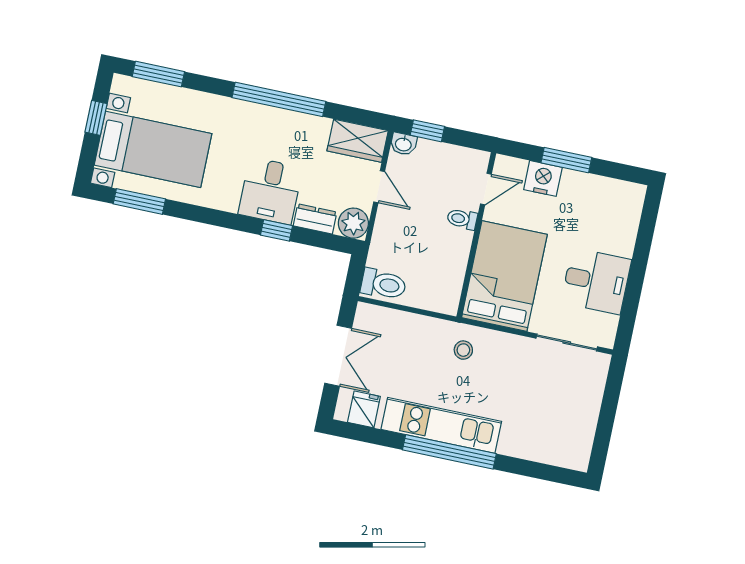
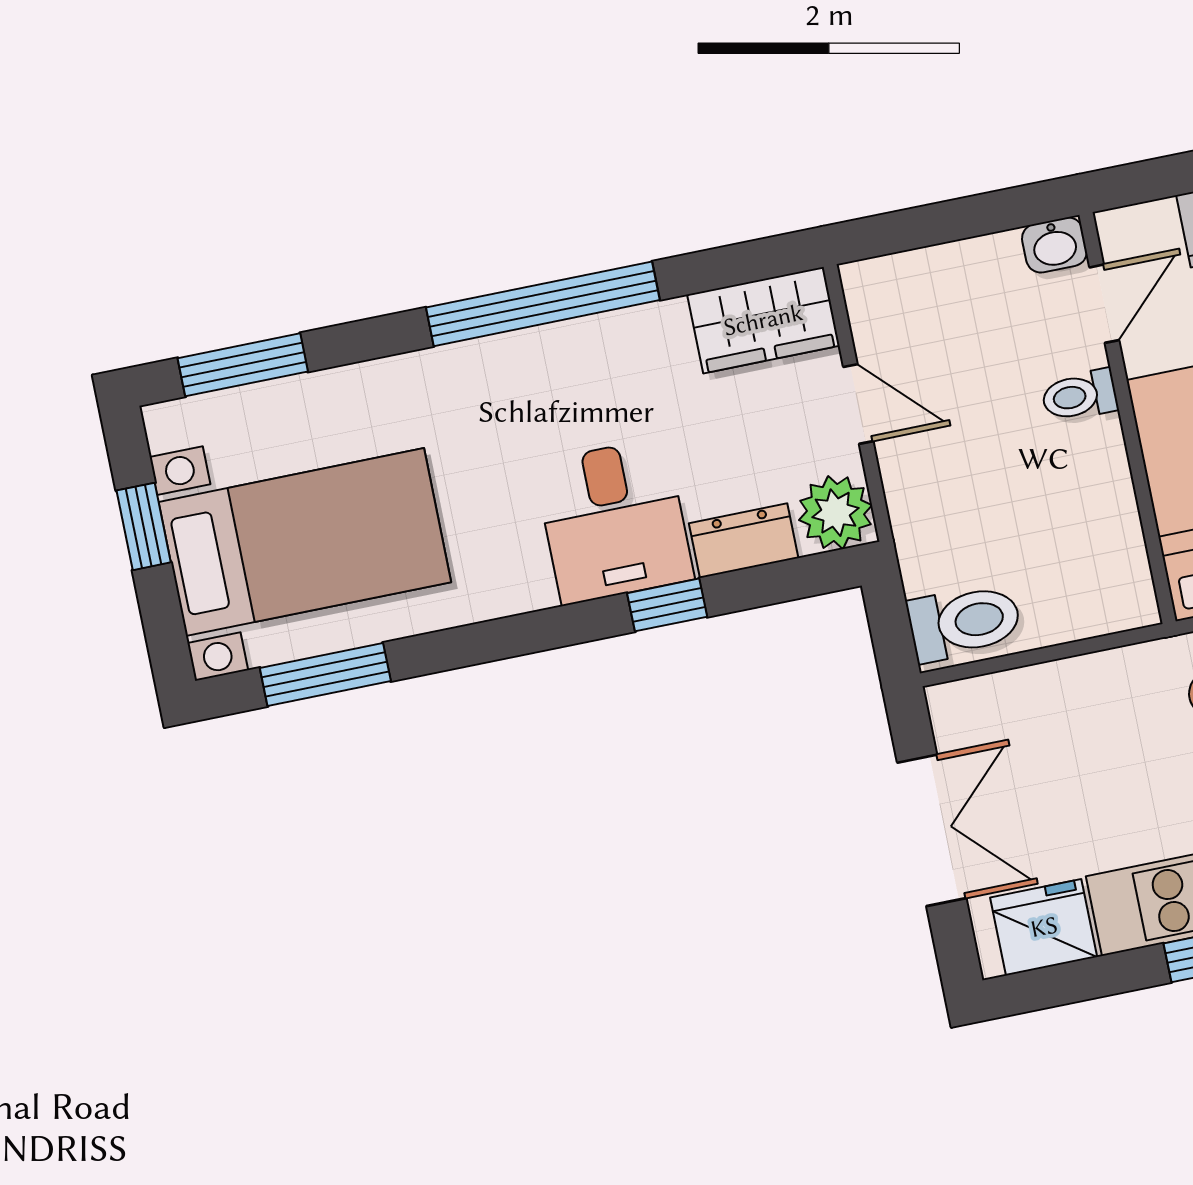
window: (427, 131) -> (913, 228), removed
washbasin: (403, 144) -> (1054, 245), moved
fridge: (364, 409) -> (1044, 927), width x1.38

